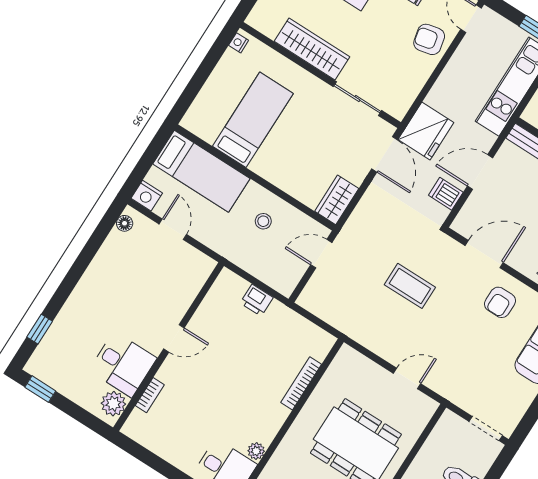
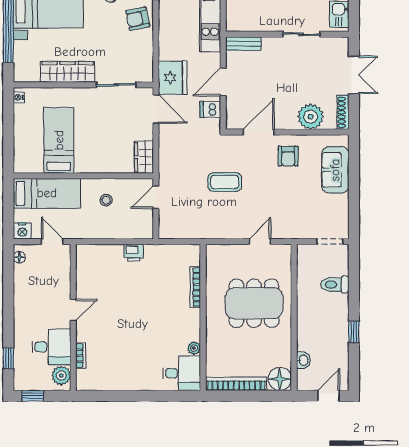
door: (174, 338) -> (73, 310), moved
wall: (169, 347) -> (73, 317), moved
desk: (123, 364) -> (51, 347), moved
bookcase: (150, 395) -> (81, 356), moved
plant: (113, 404) -> (61, 376), moved

